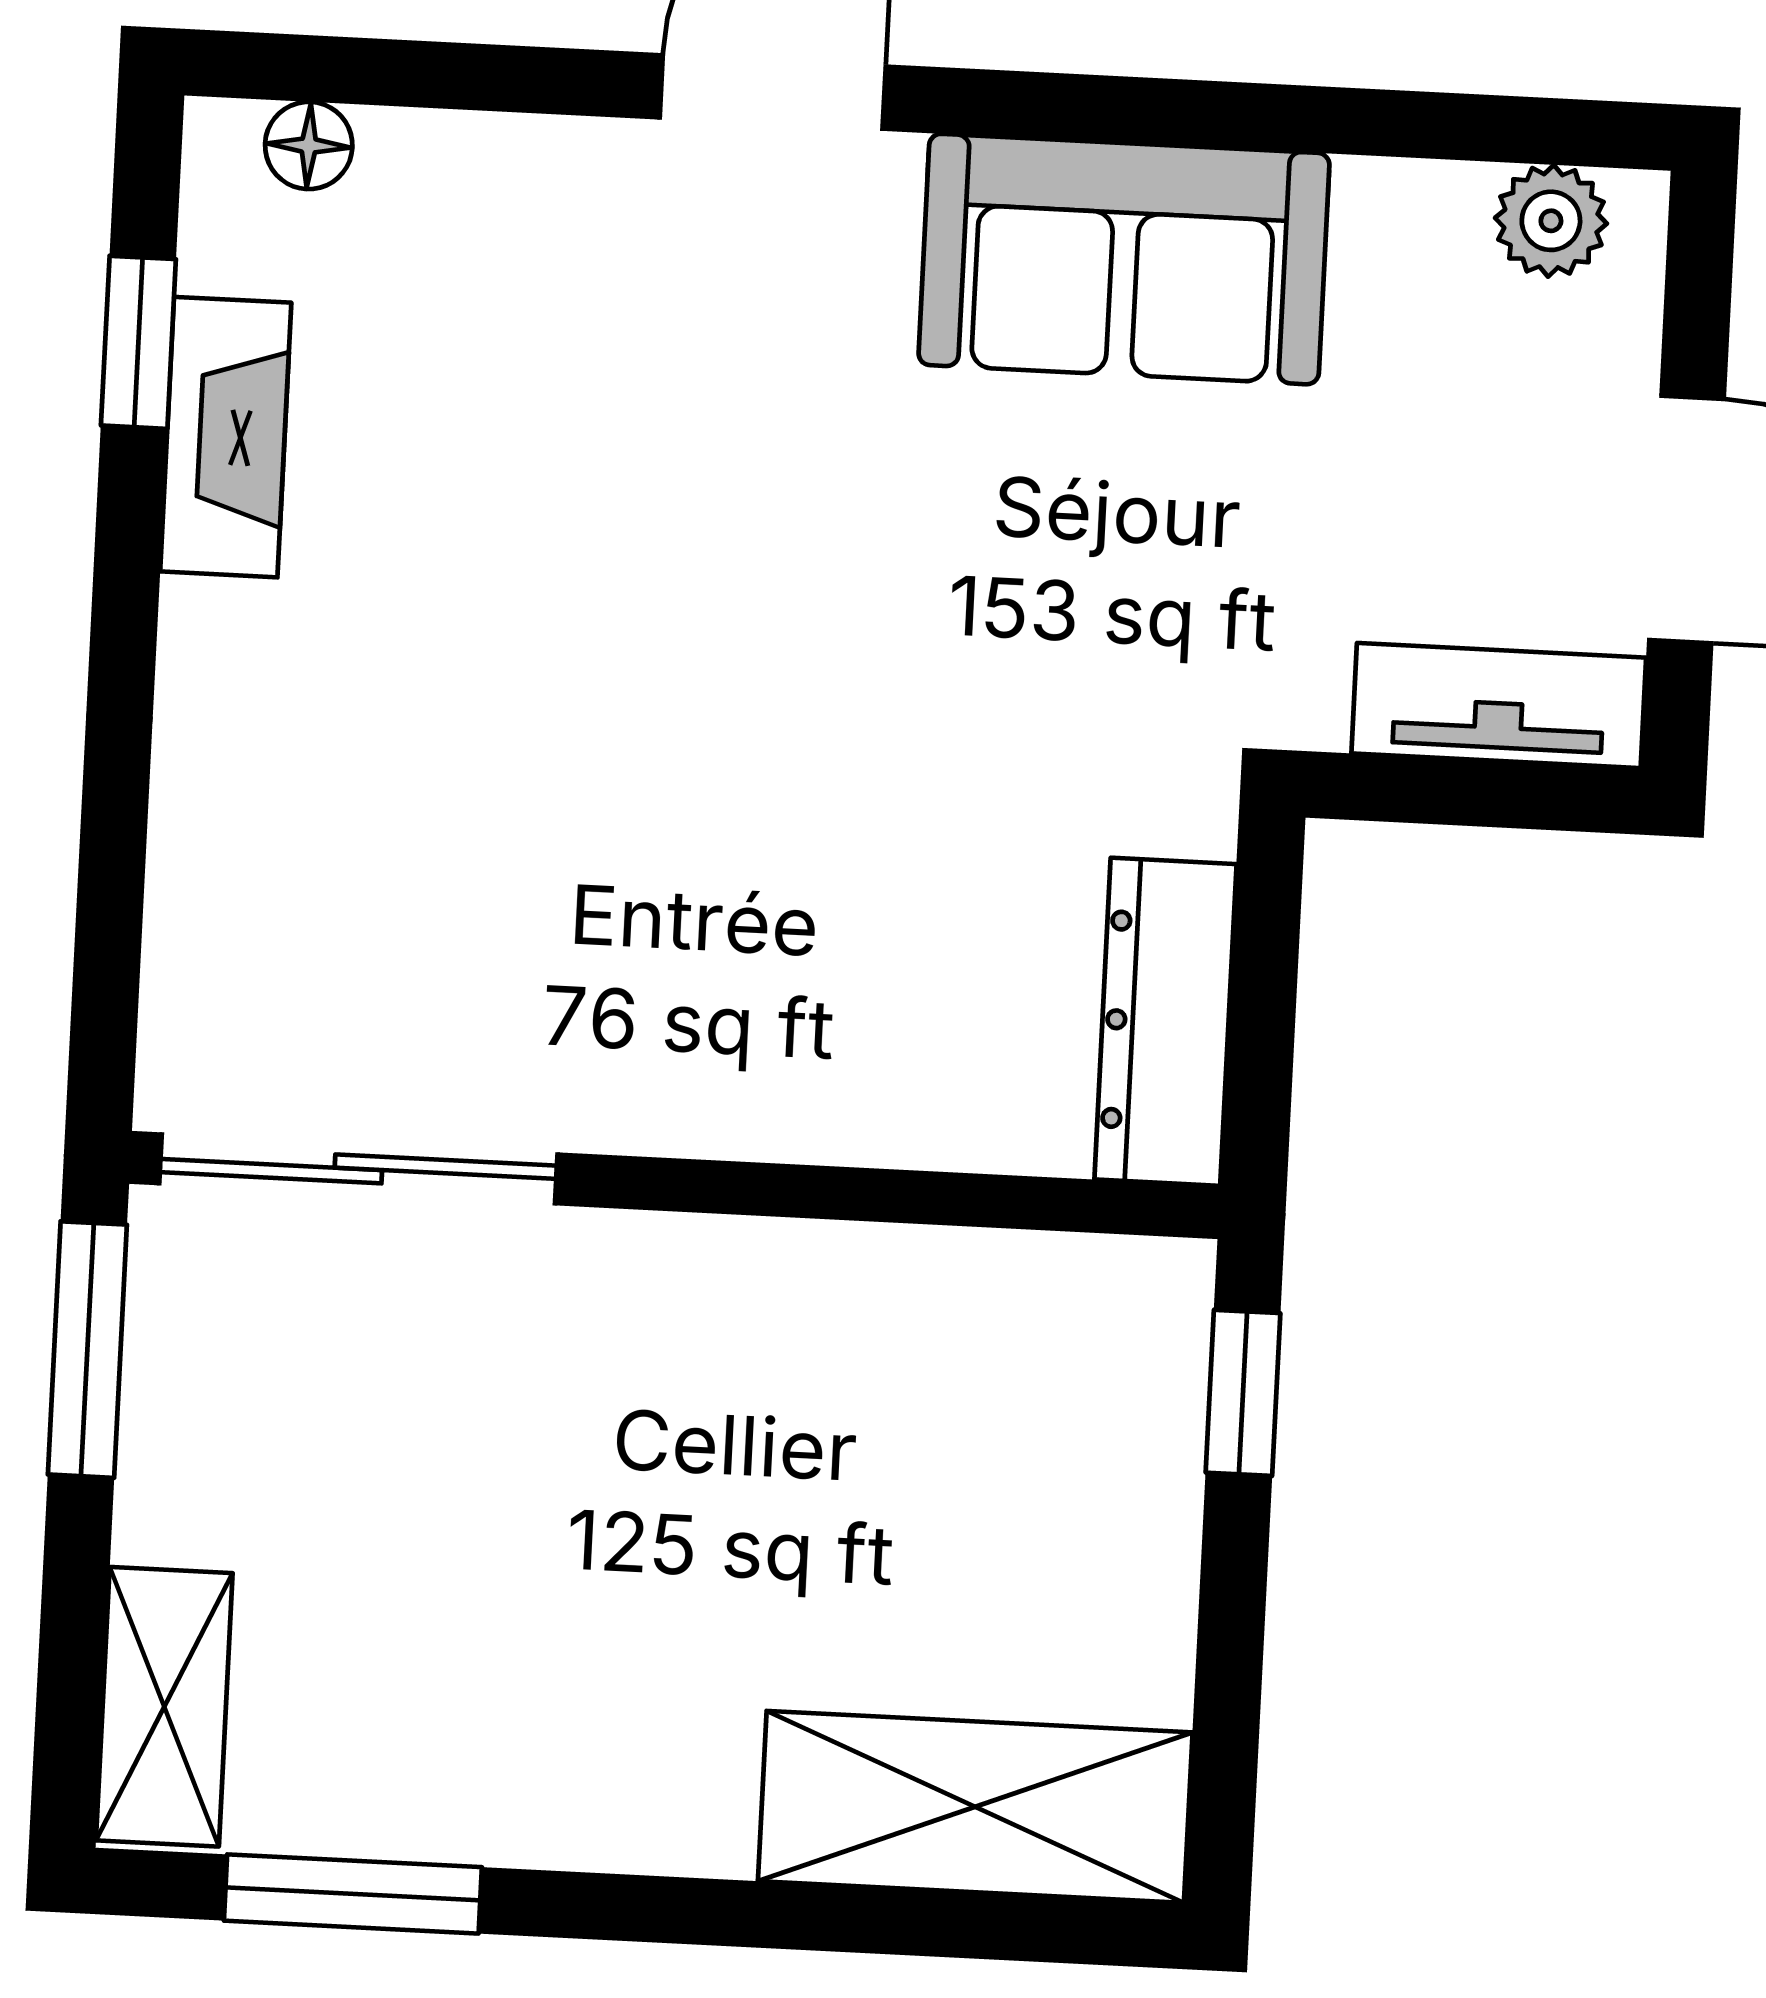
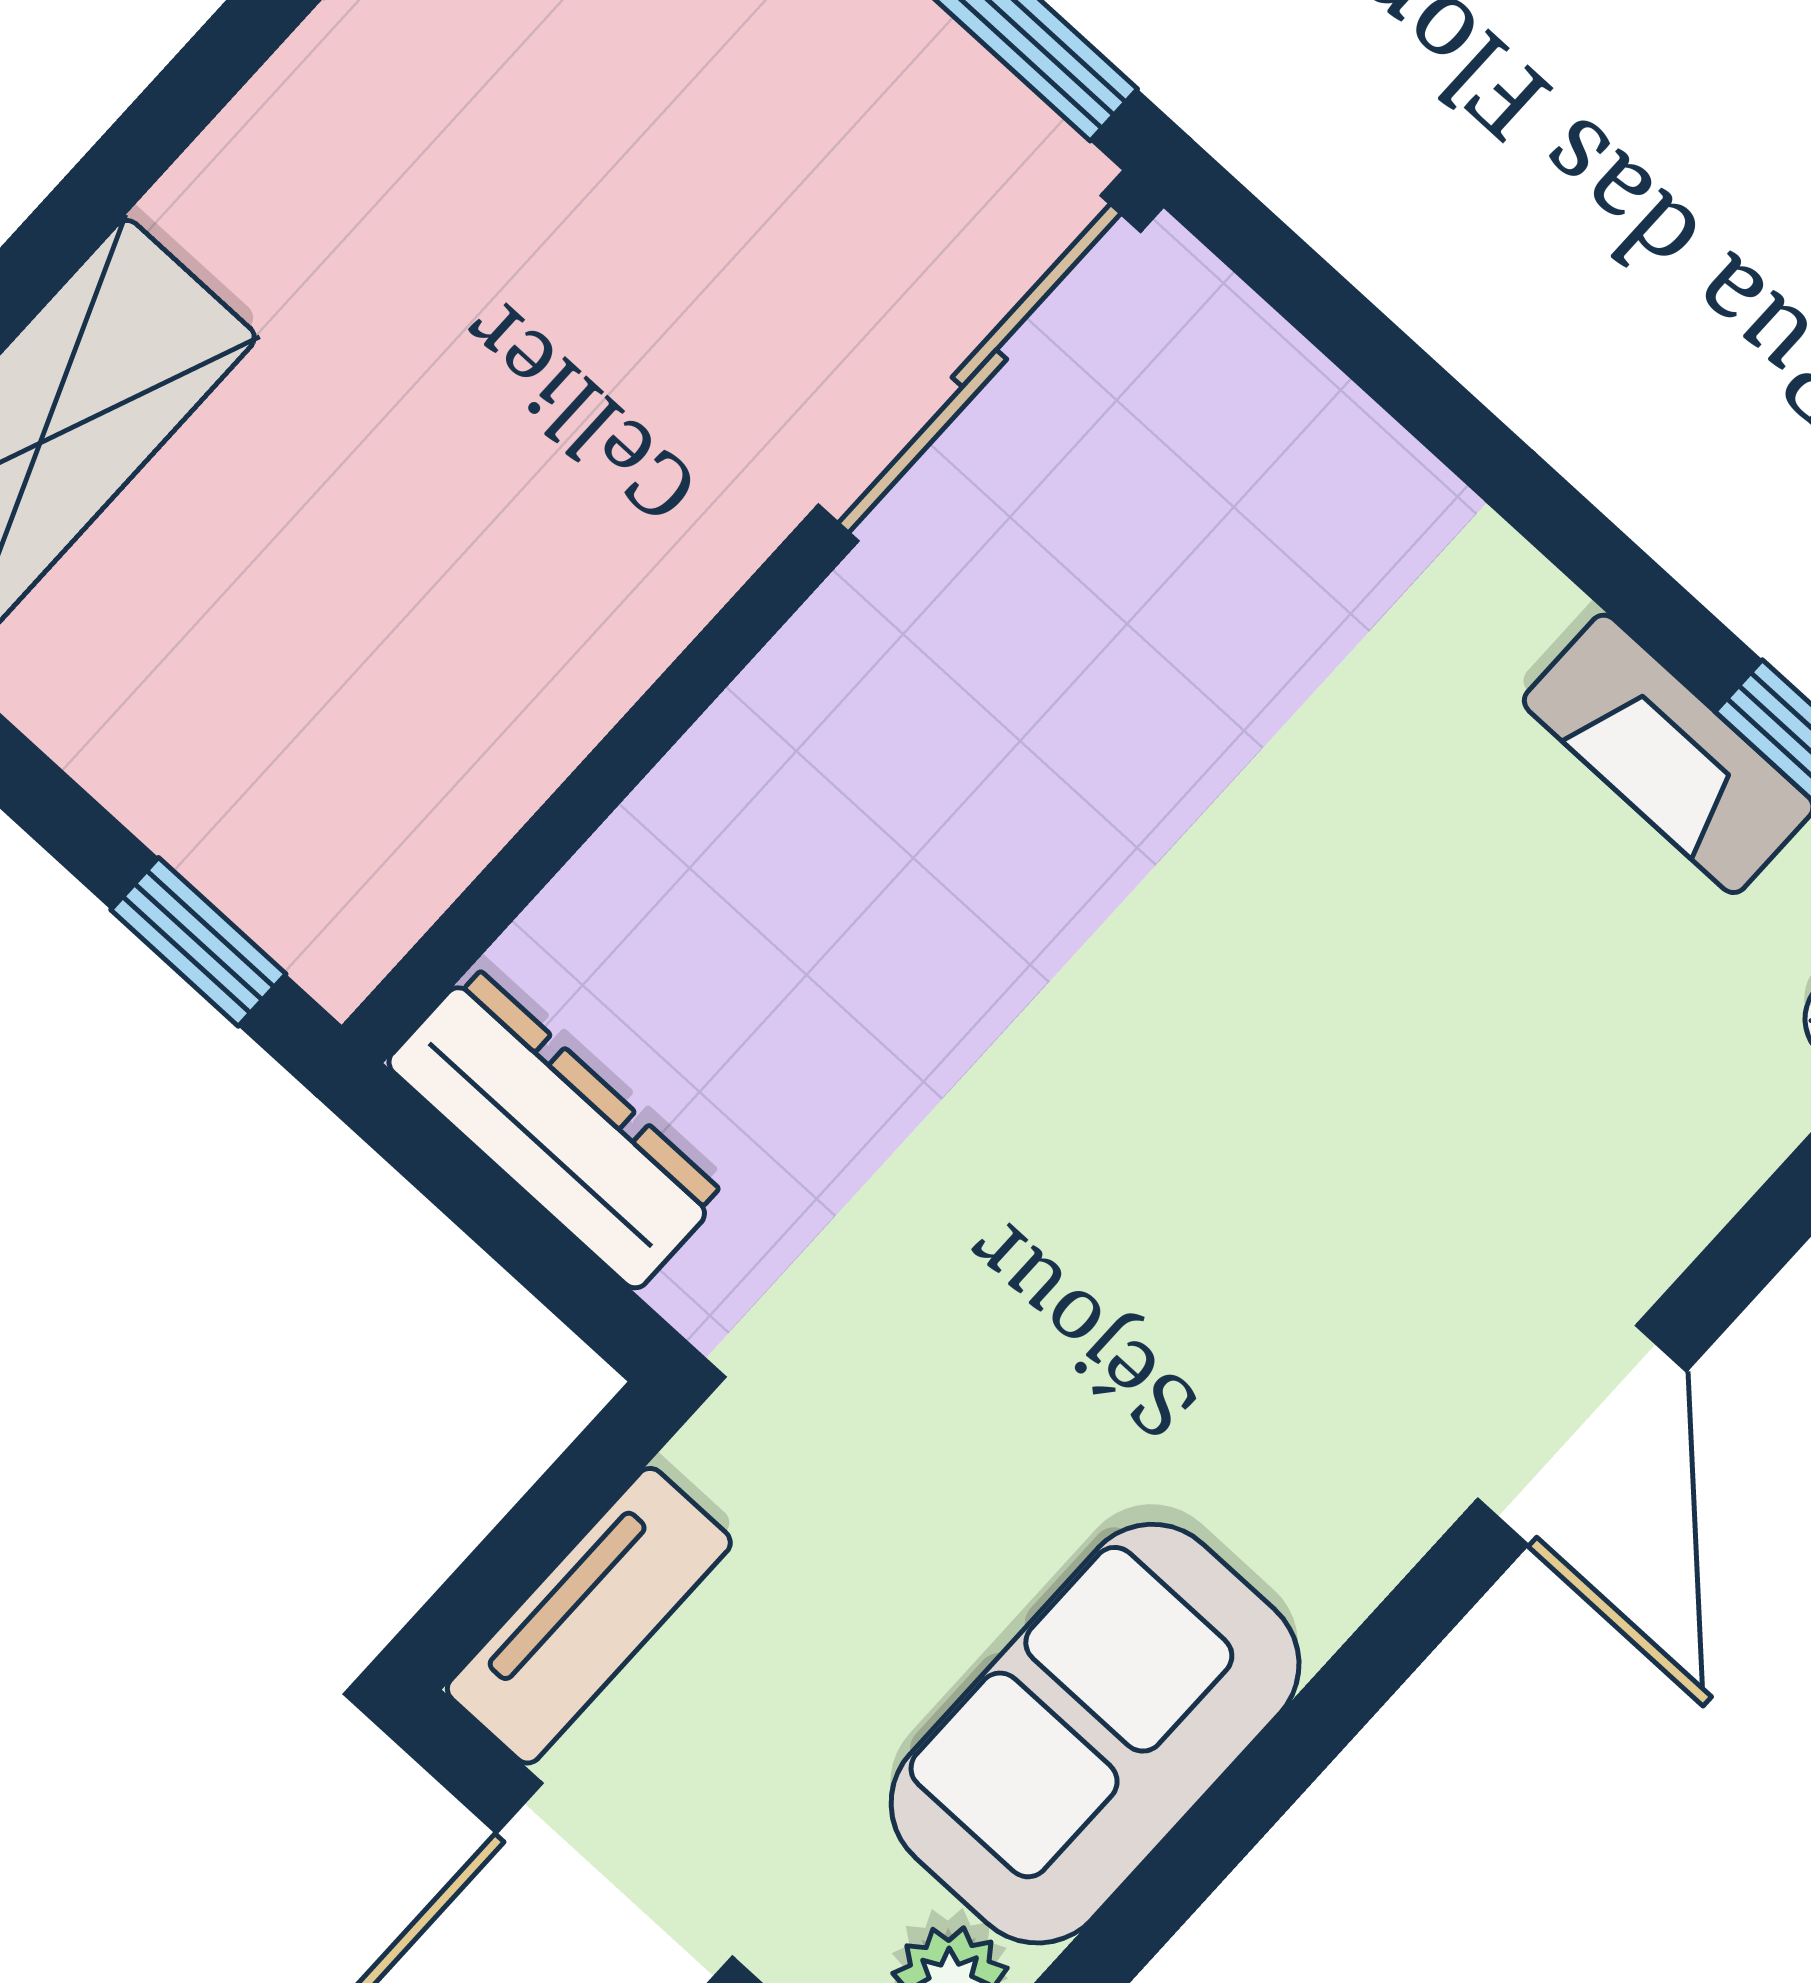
sofa: (1124, 259) -> (1095, 1734), moved

